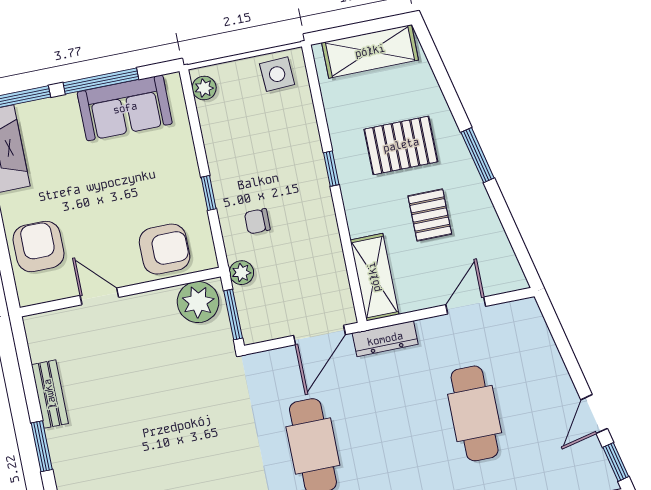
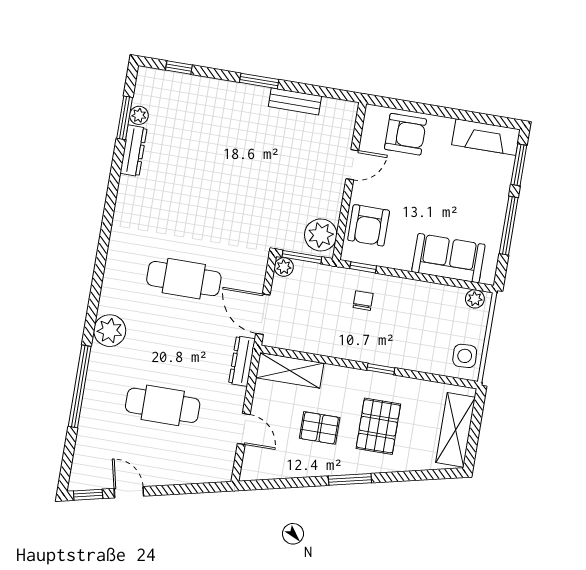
sofa: (125, 108) -> (448, 258), moved, turned 90
window: (209, 193) -> (363, 267), moved
plant: (241, 273) -> (284, 267), moved

